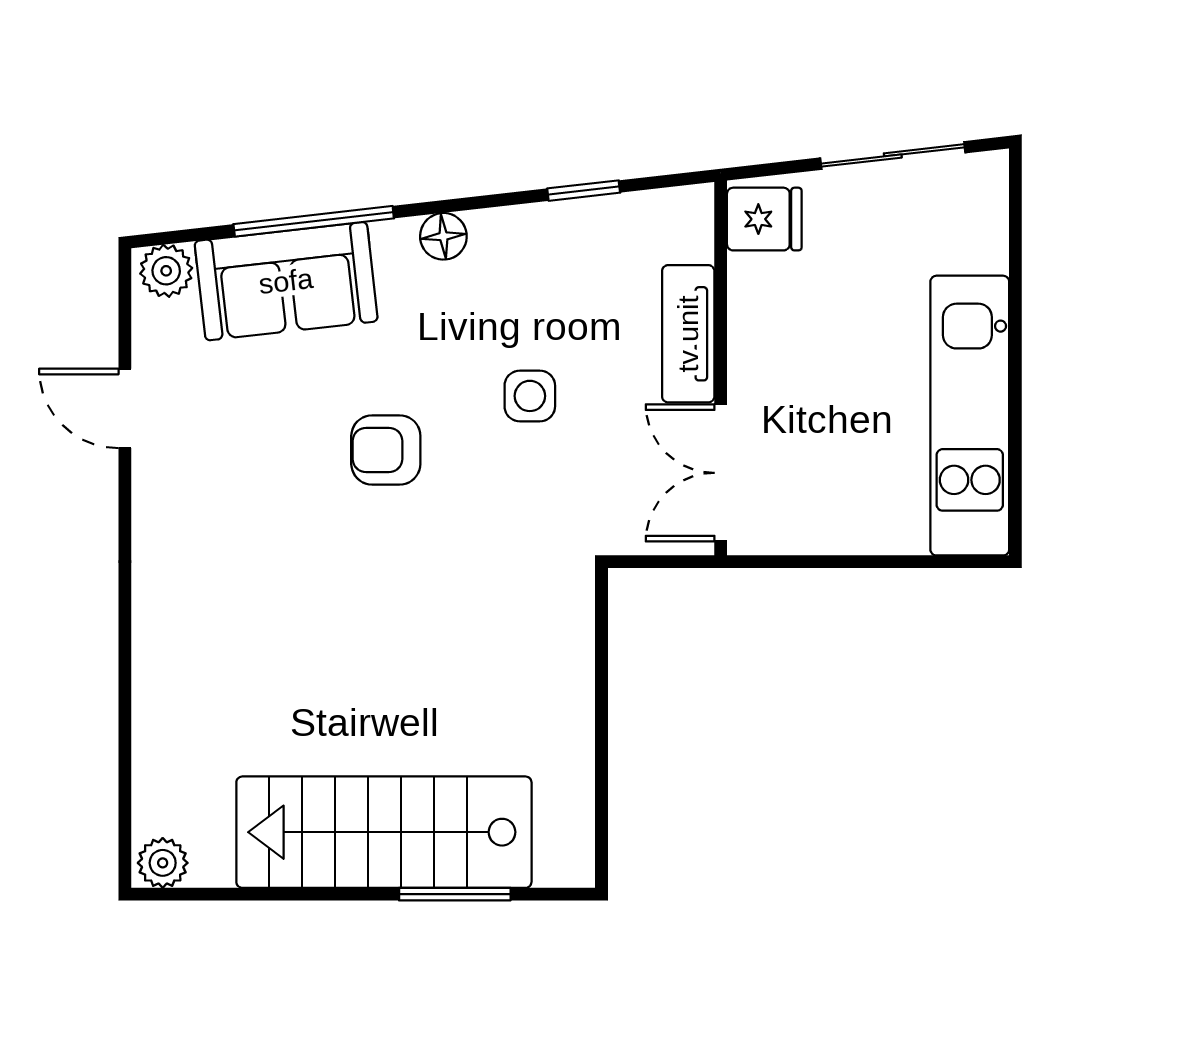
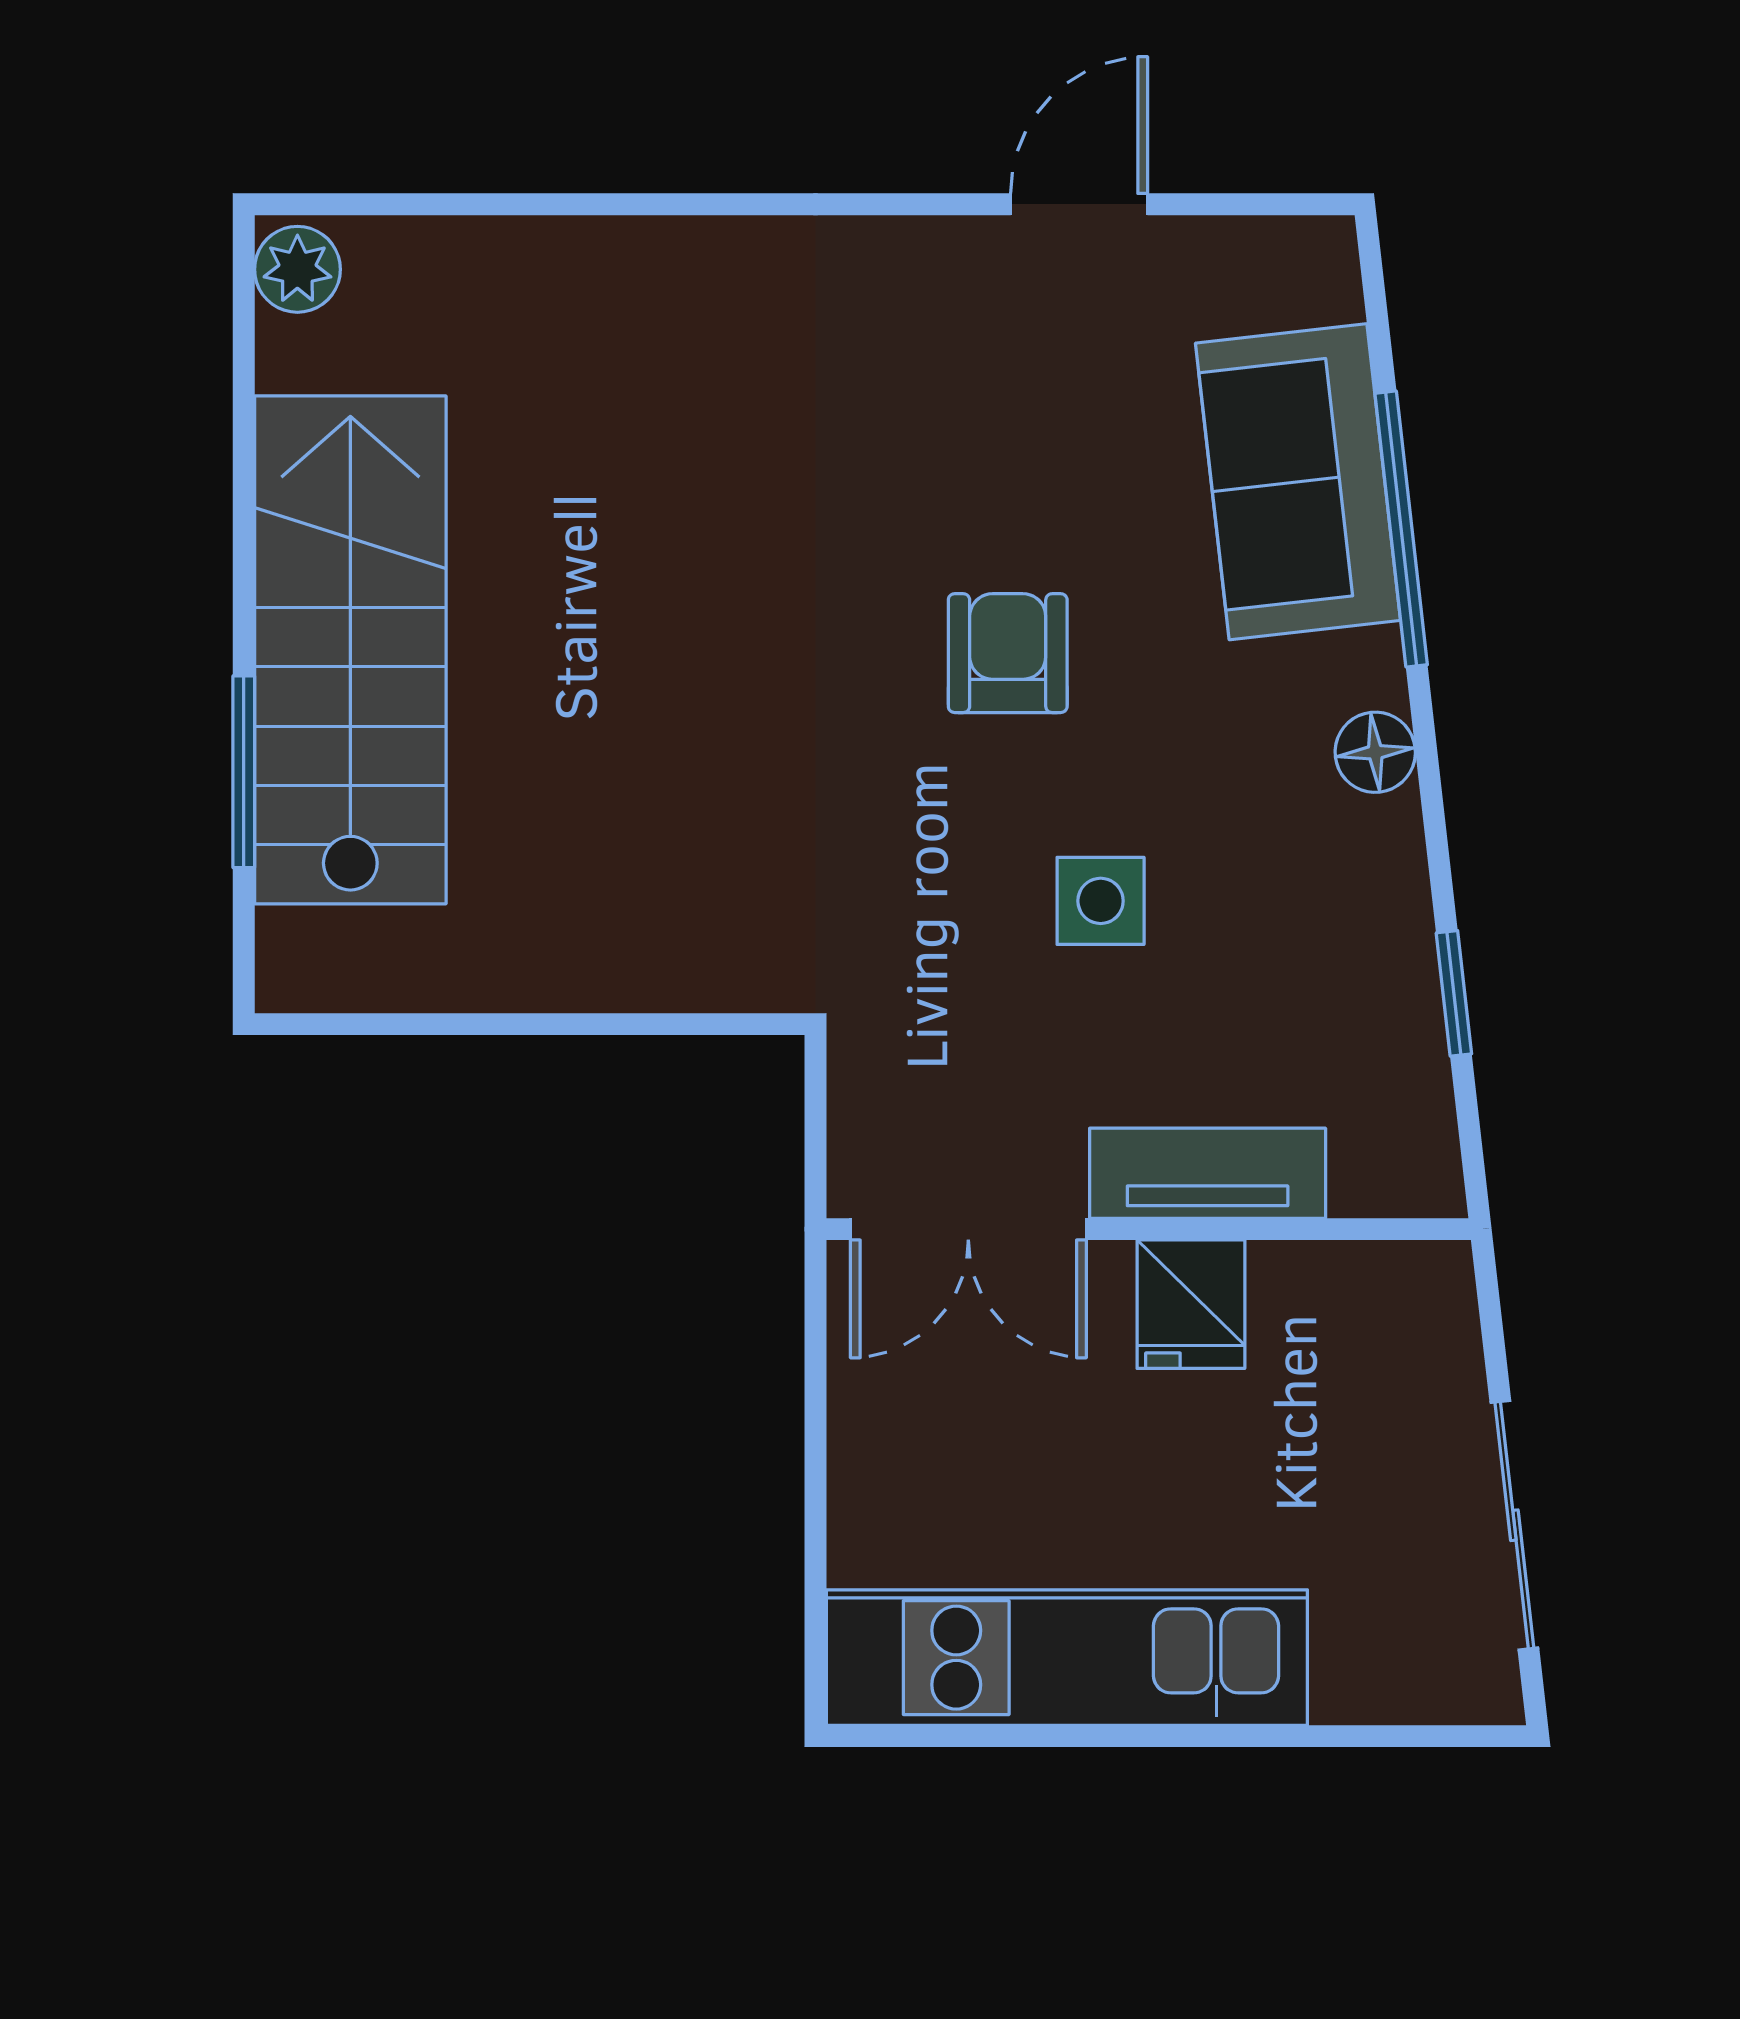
fridge: (764, 219) -> (1191, 1304), moved
plant: (166, 271) -> (1316, 275), removed
double door: (721, 473) -> (968, 1229), swing flipped

